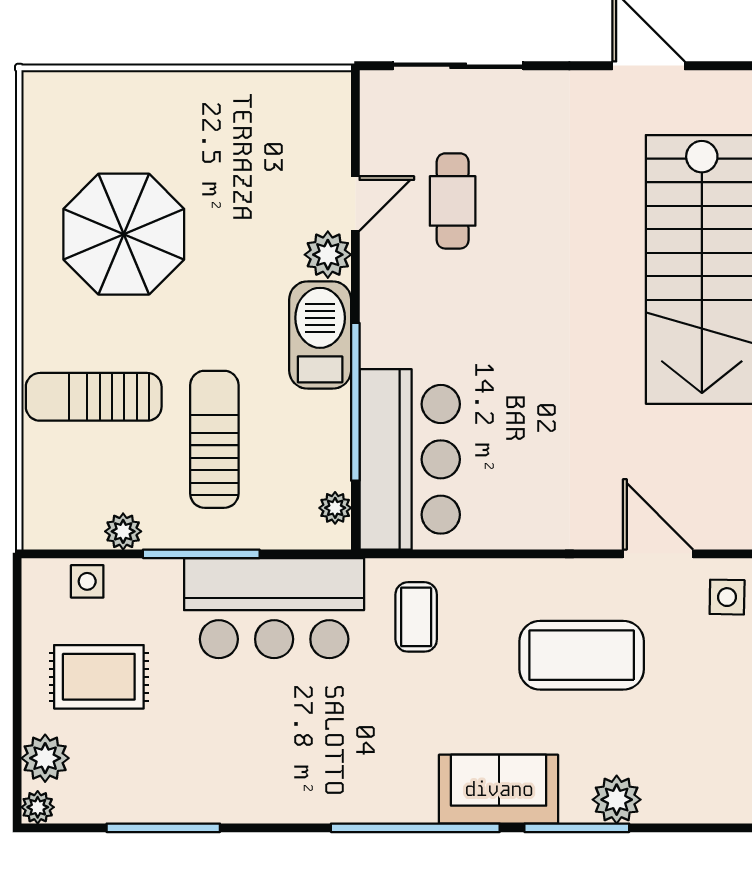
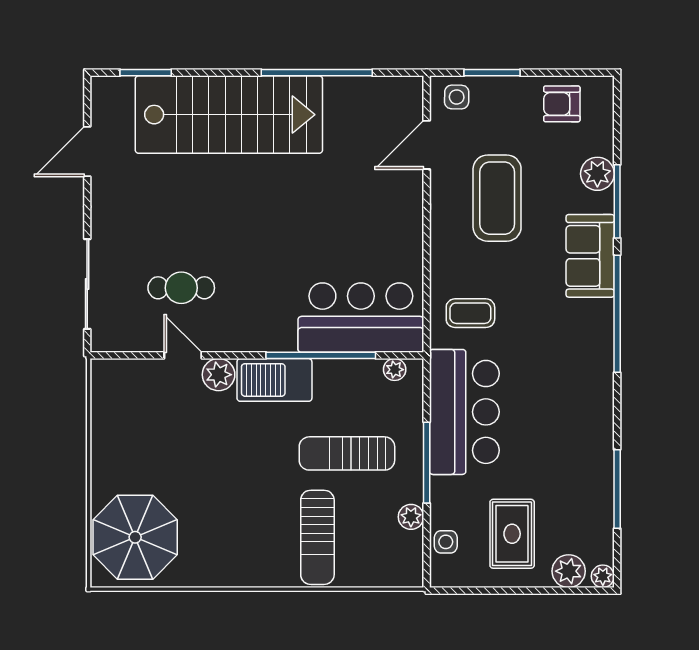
parasol: (124, 234) -> (135, 537), moved
armchair: (717, 748) -> (562, 104), added

